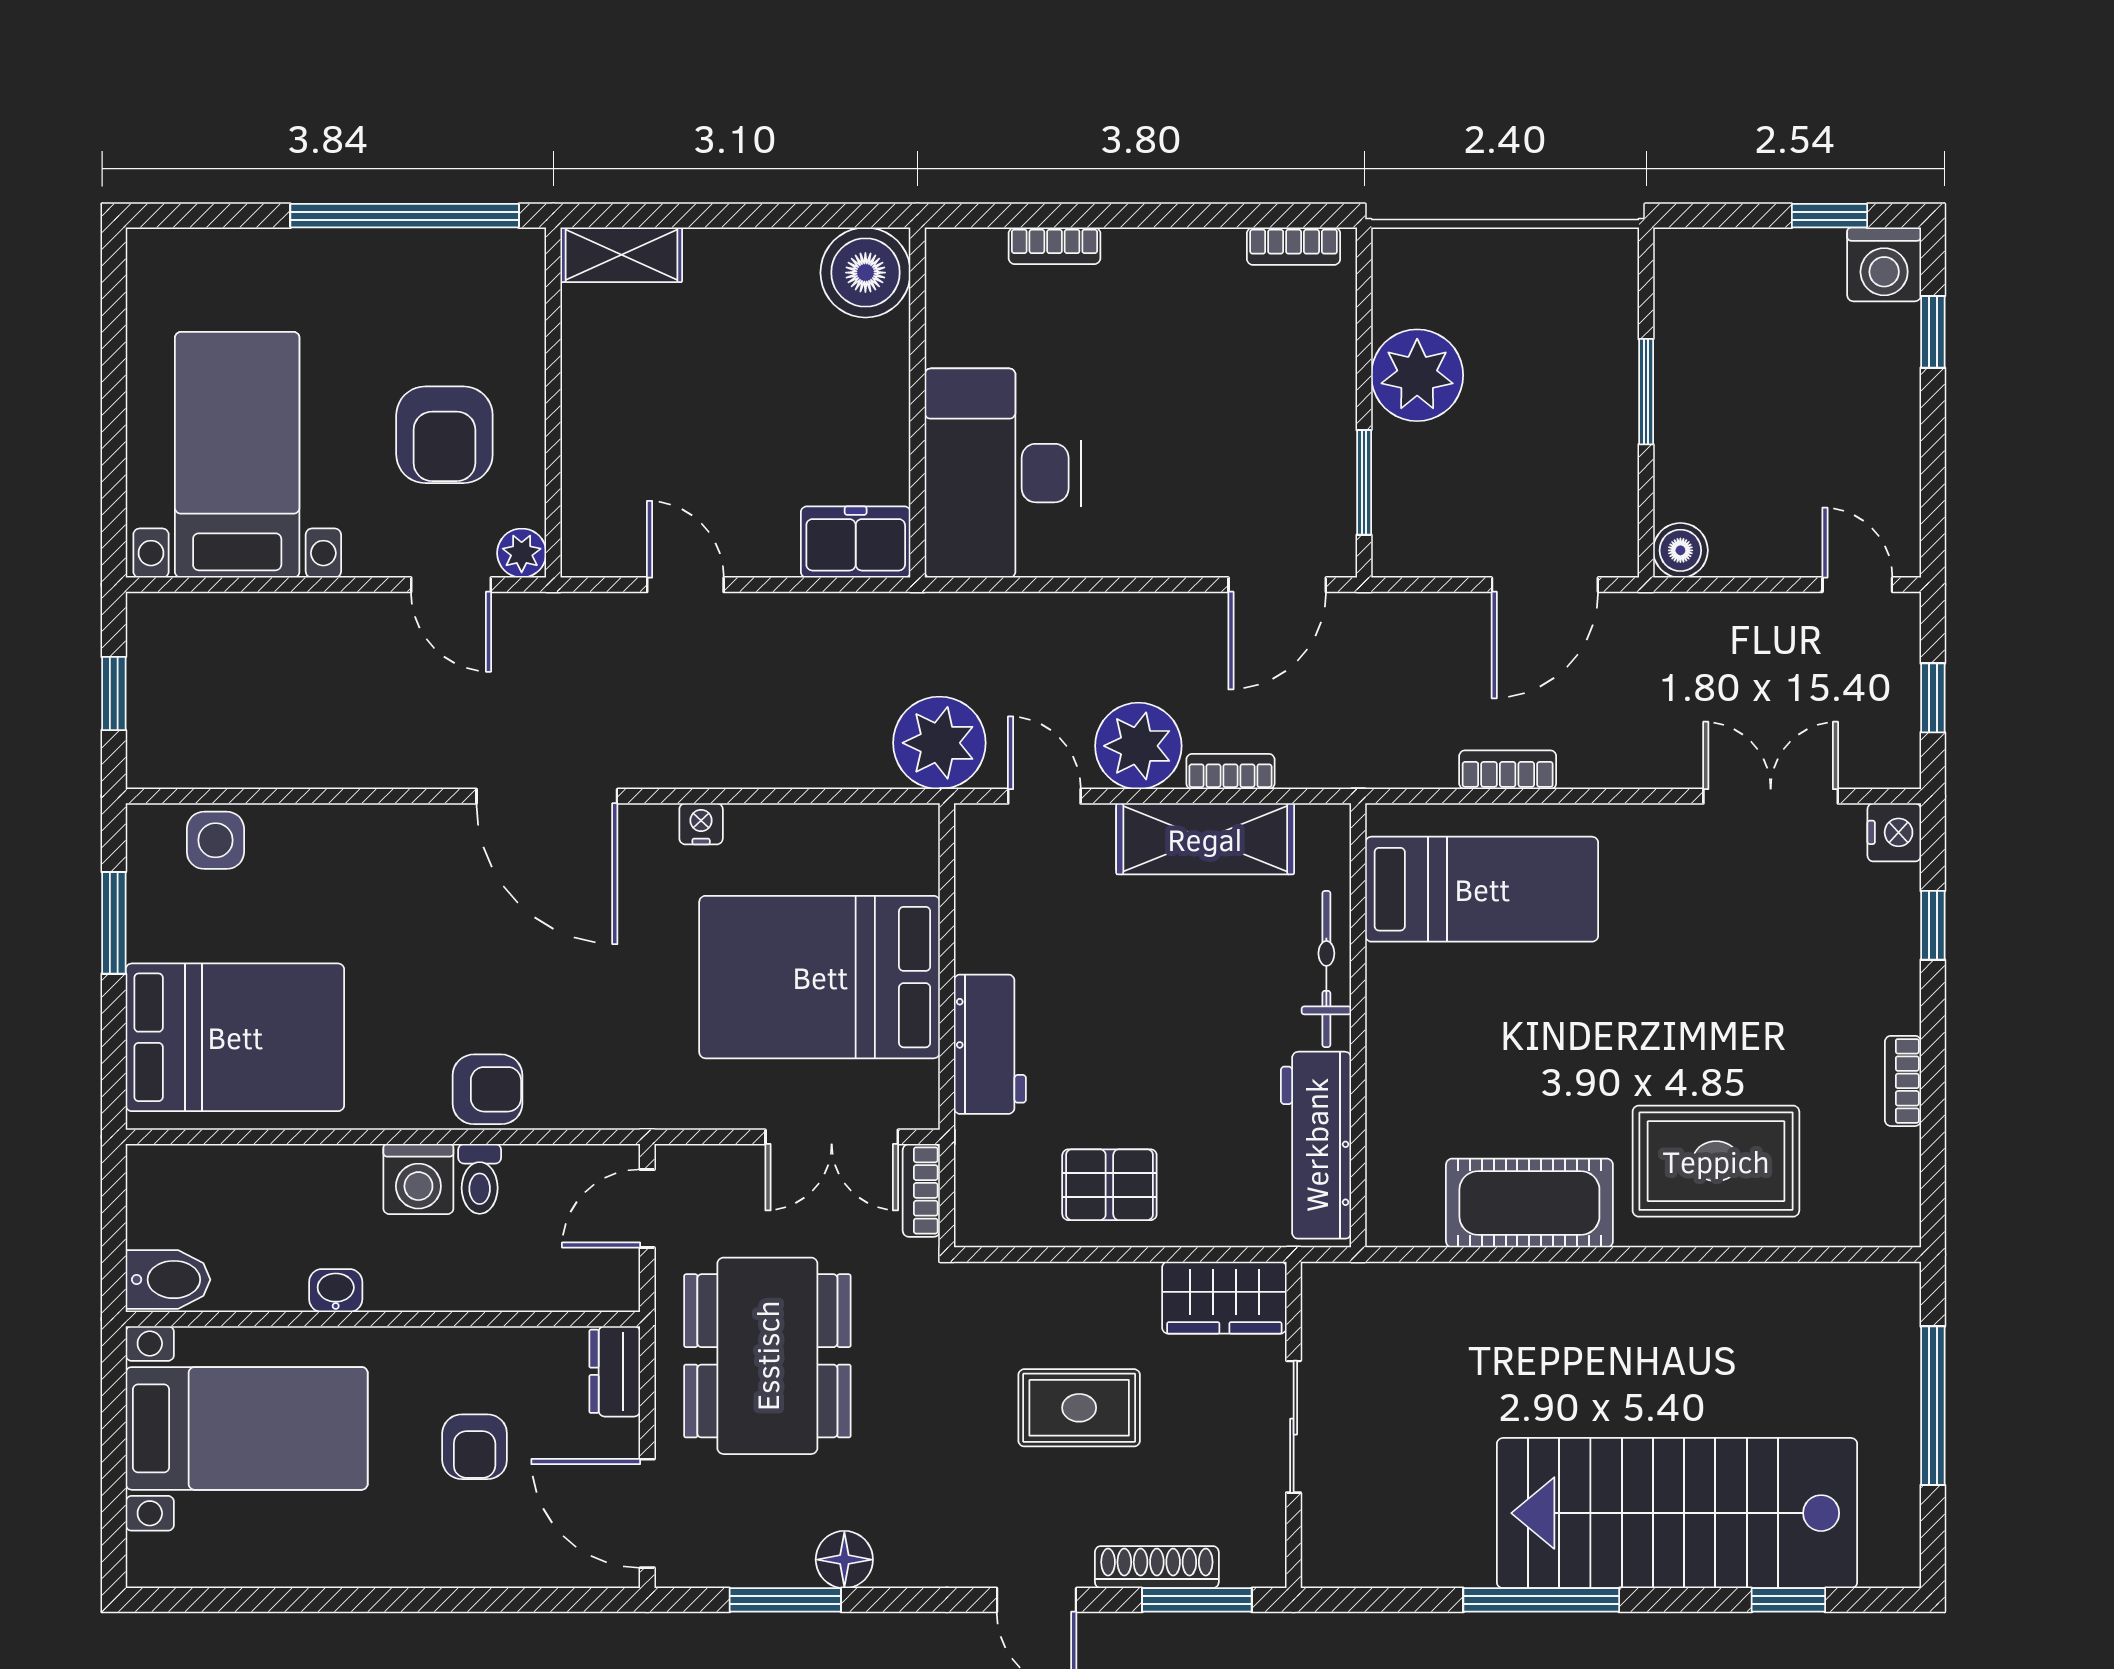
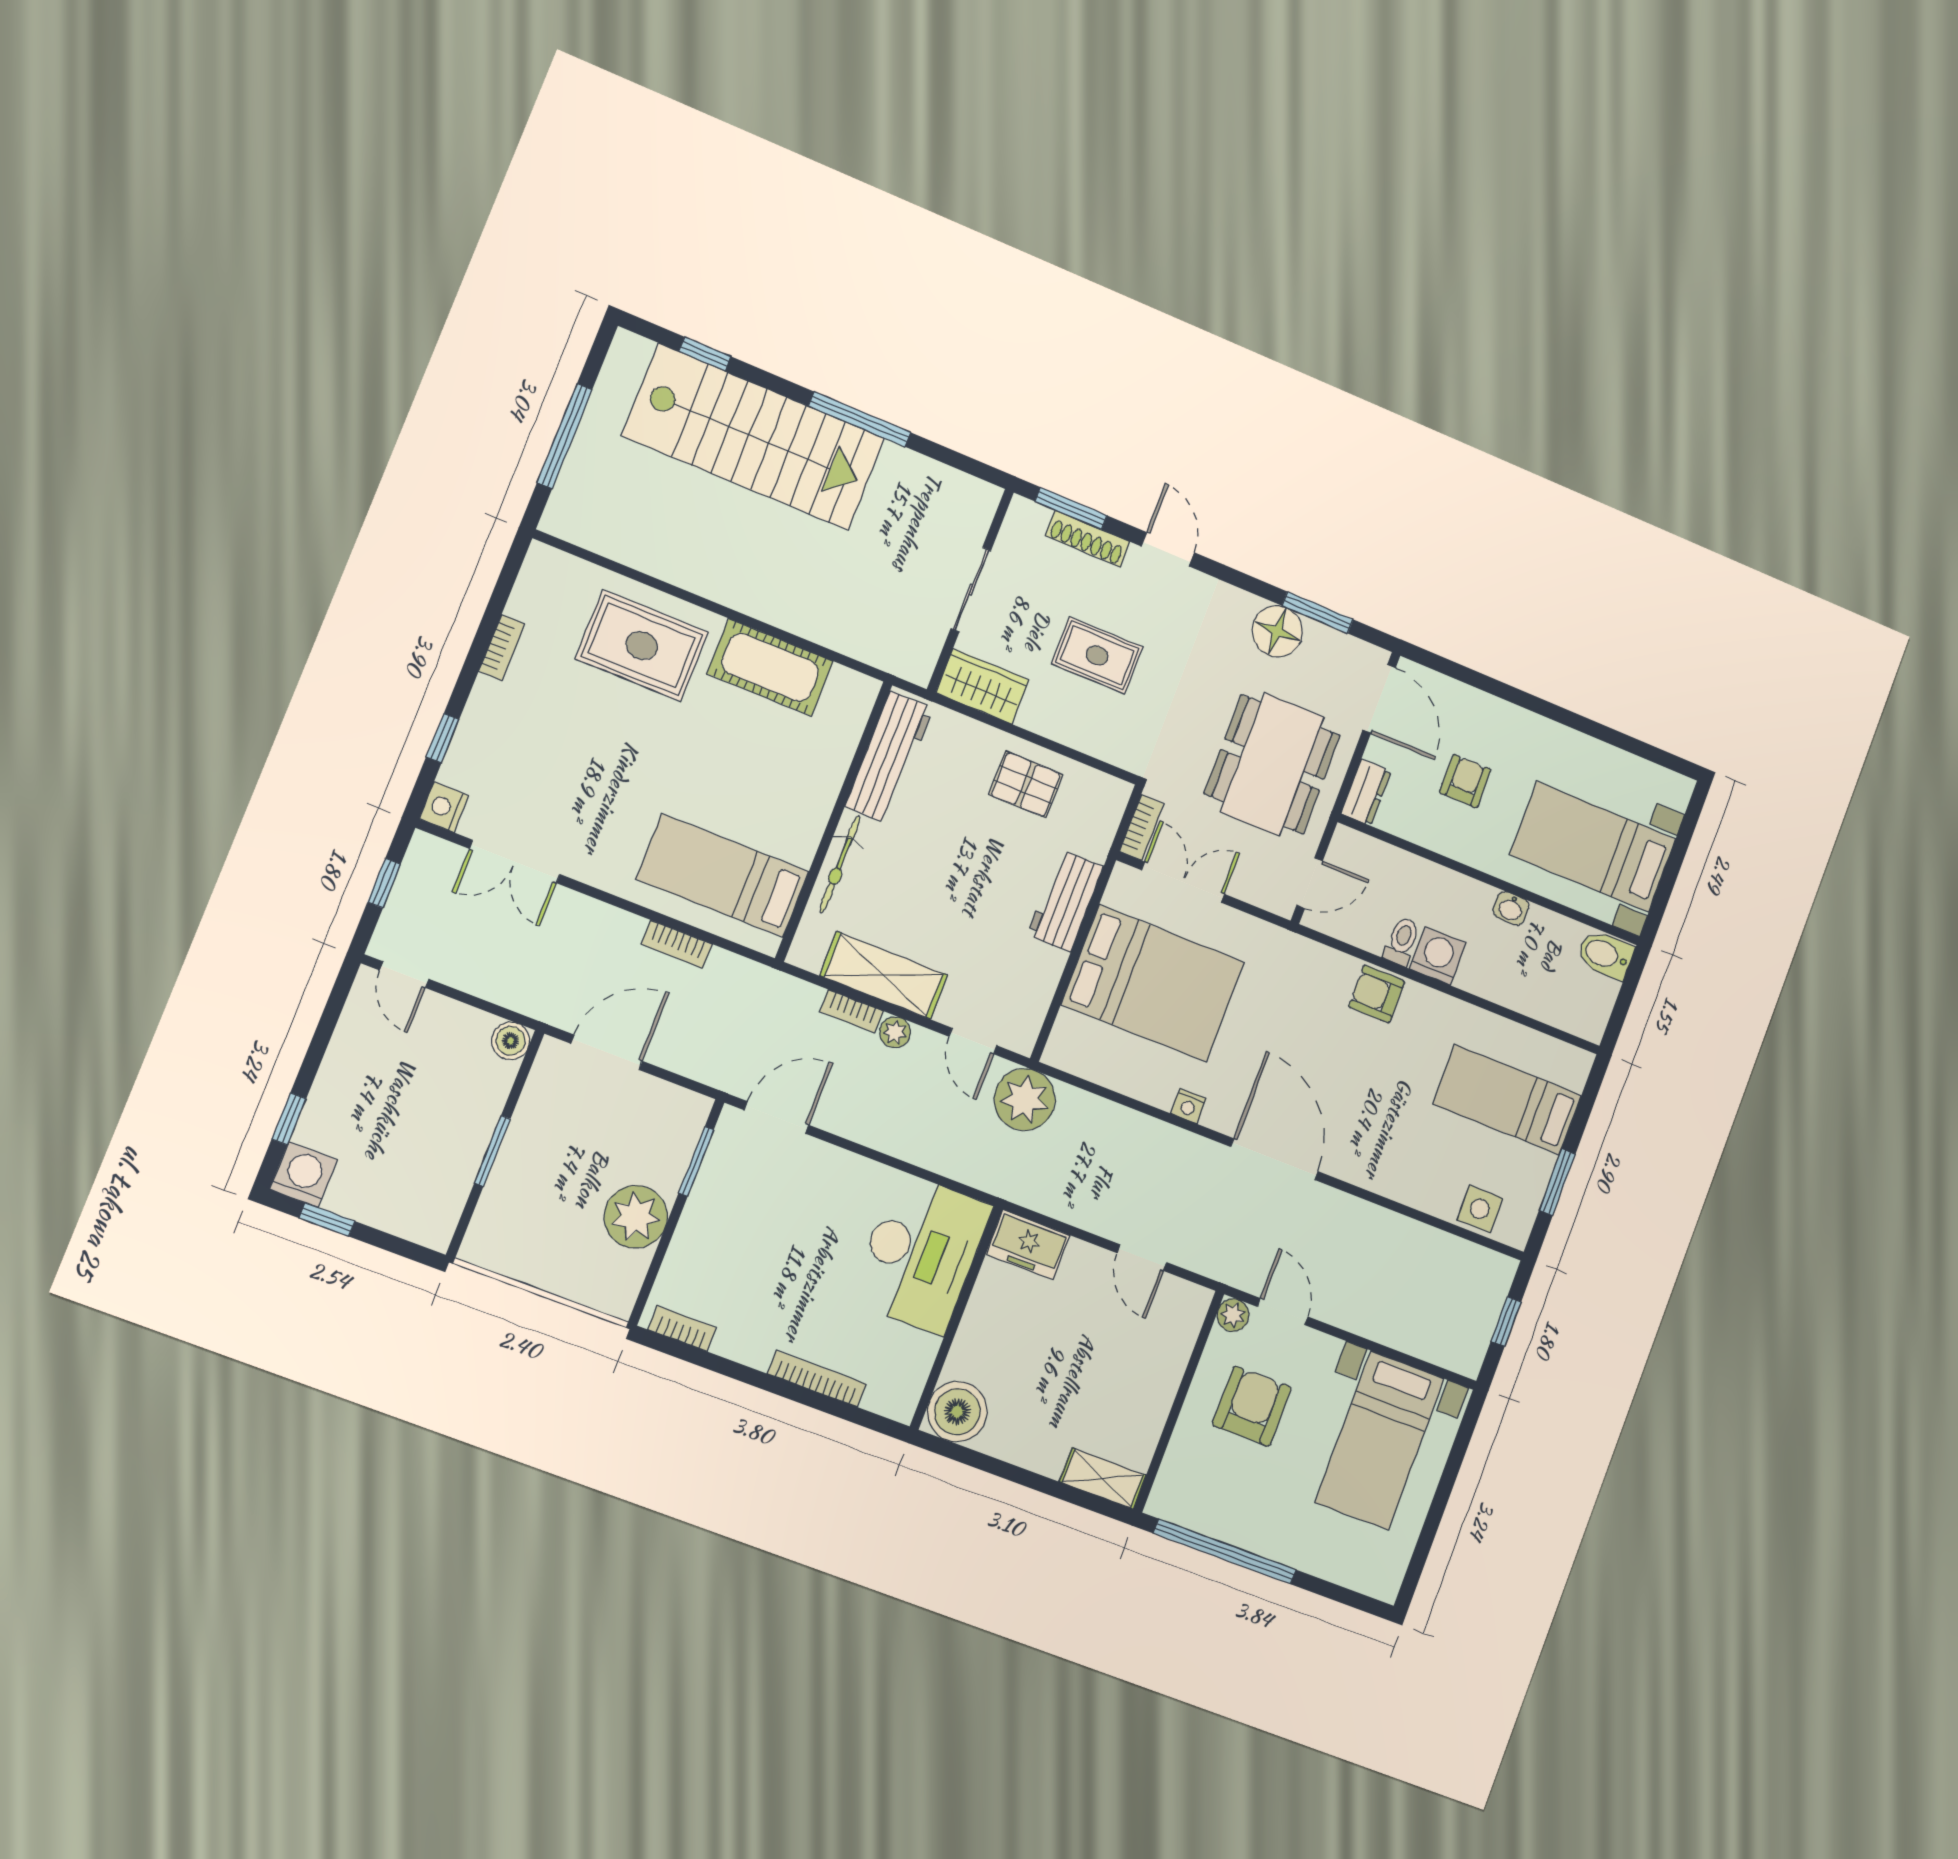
bookcase: (1054, 246) -> (817, 1379), width x1.56
plant: (1138, 746) -> (895, 1032), width x0.53, depth x0.53
bed: (235, 1037) -> (1507, 1100), width x0.67
floor lamp: (844, 1560) -> (1277, 631), width x1.38, depth x1.38

